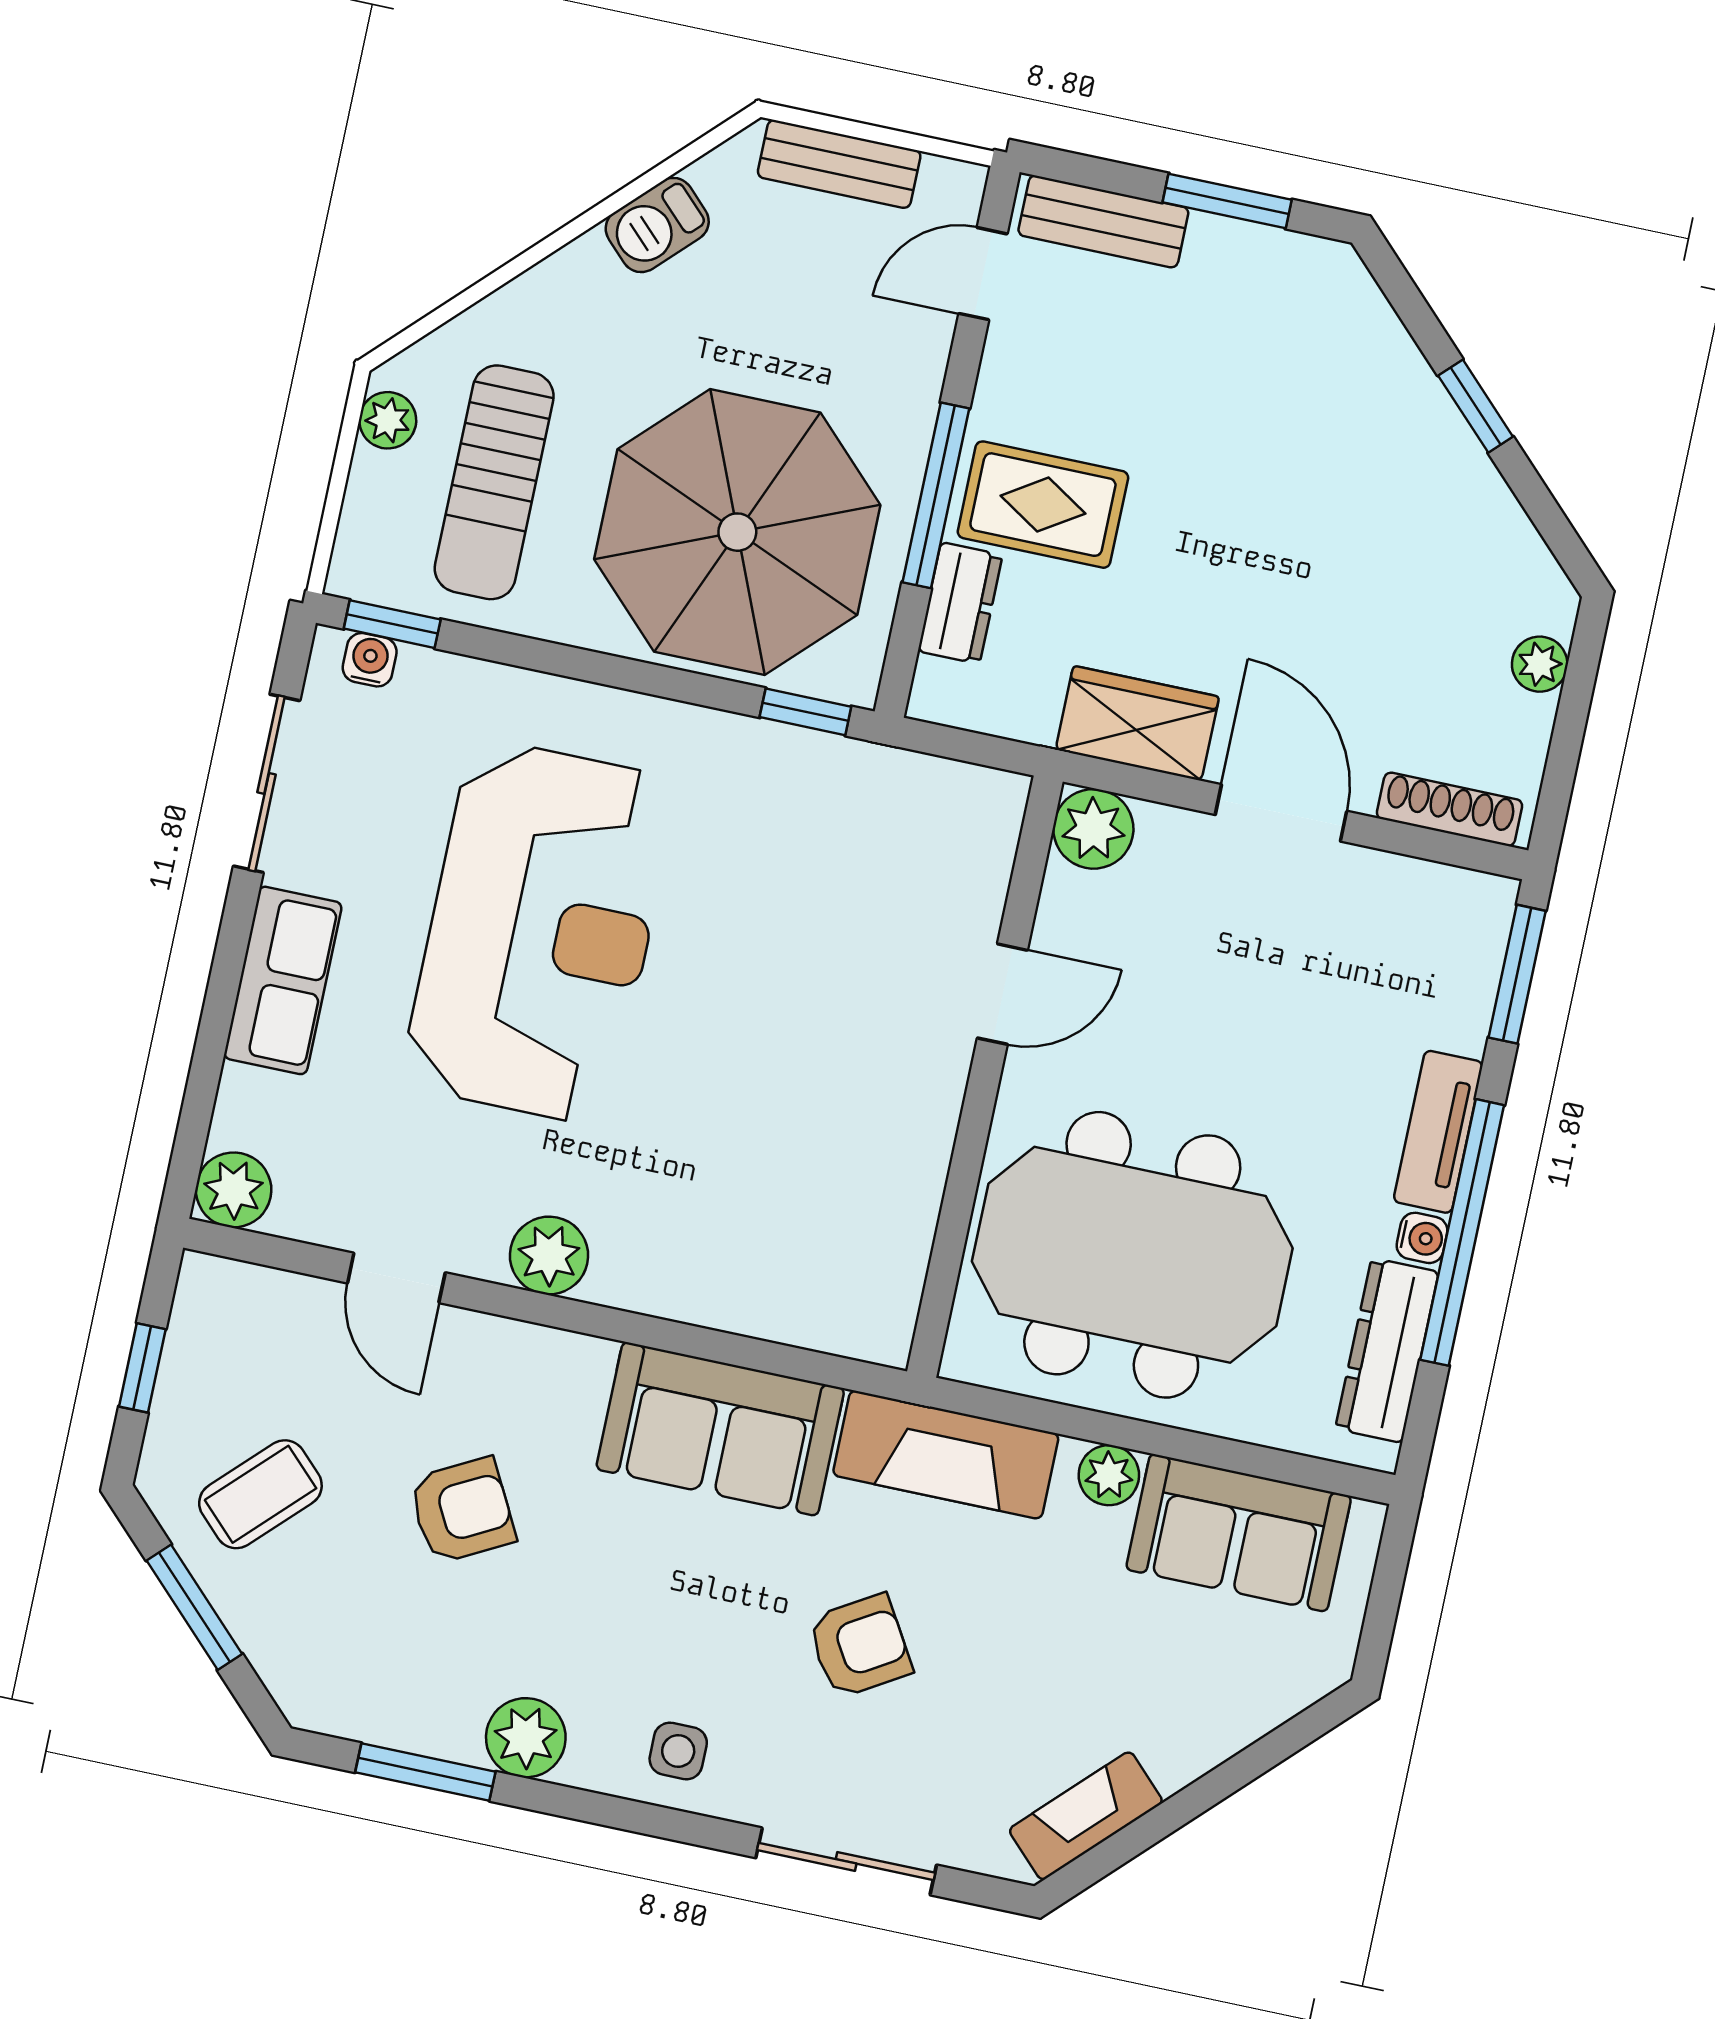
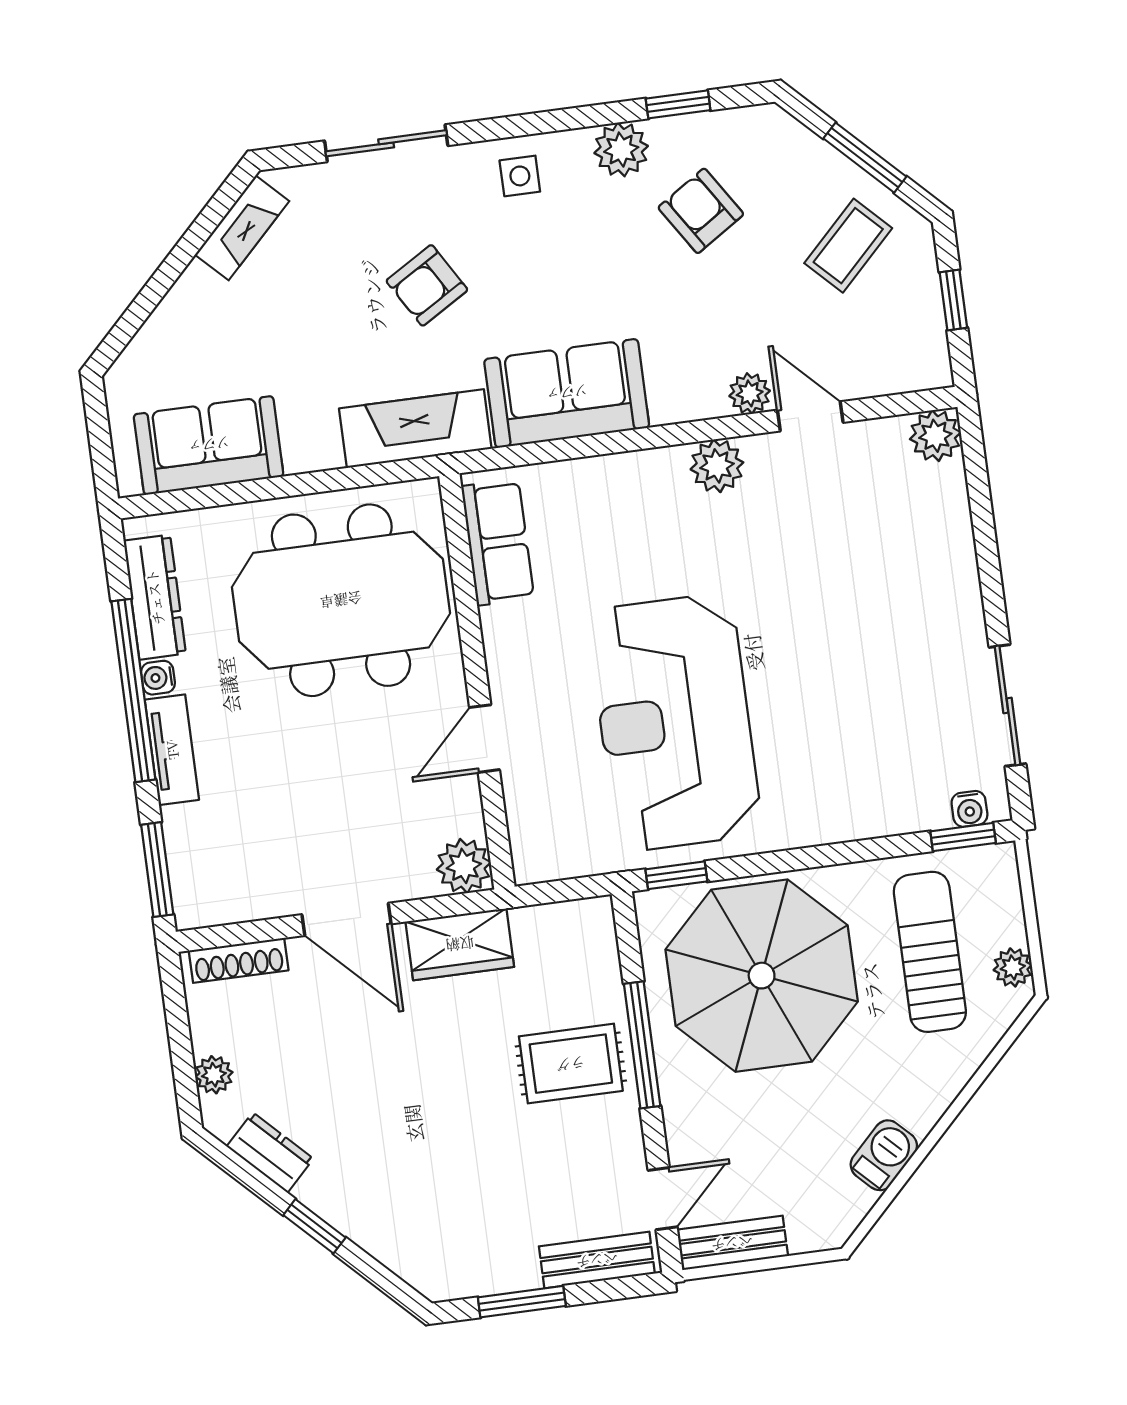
bench: (839, 164) -> (732, 1243), moved
dresser: (960, 603) -> (270, 1153), moved, turned 135
reception desk: (540, 932) -> (675, 722), moved
row of seats: (283, 980) -> (498, 542), moved, turned 180
plant: (1109, 1475) -> (750, 393), moved
armchair: (462, 1510) -> (701, 211), moved, turned 85
window: (425, 1772) -> (678, 104), width x0.67

